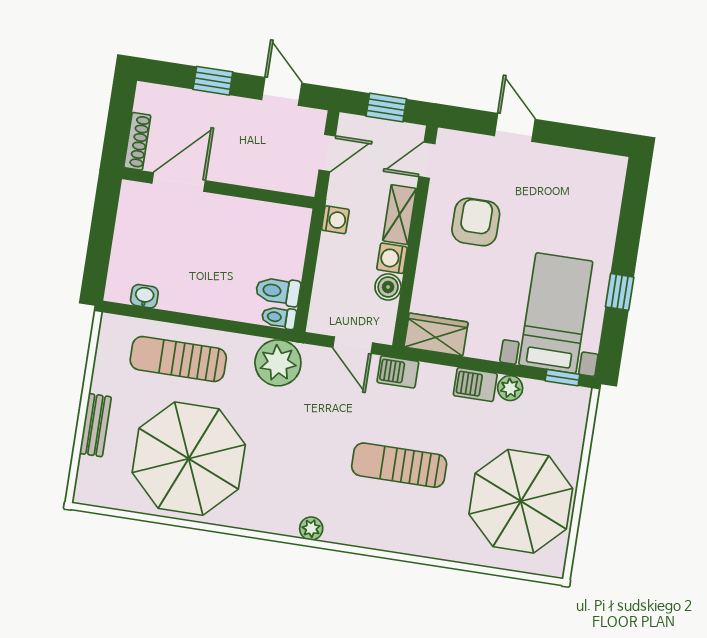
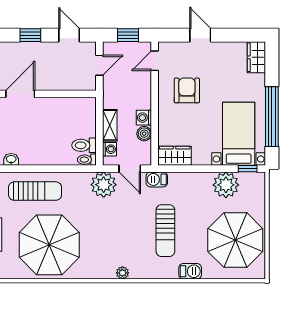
wardrobe: (608, 182) -> (256, 57), added
shelving: (400, 215) -> (110, 125), moved
washing machine: (335, 220) -> (110, 149), moved
window: (620, 292) -> (272, 117), width x3.17
sun lounger: (178, 359) -> (35, 191), turned 180
plant: (278, 363) -> (104, 185), moved
barbecue: (475, 385) -> (190, 271), moved, turned 180
plant: (510, 388) -> (226, 185), width x1.88, depth x1.88
sun lounger: (399, 465) -> (165, 231), turned -90

